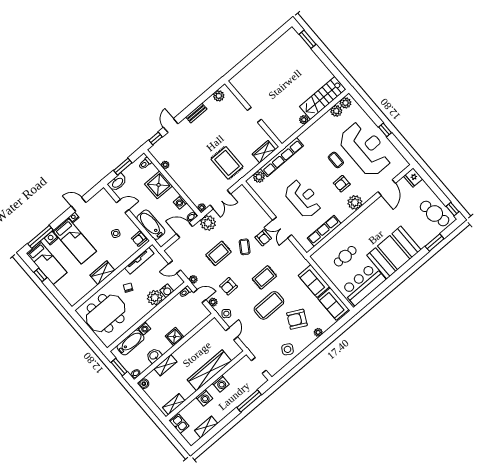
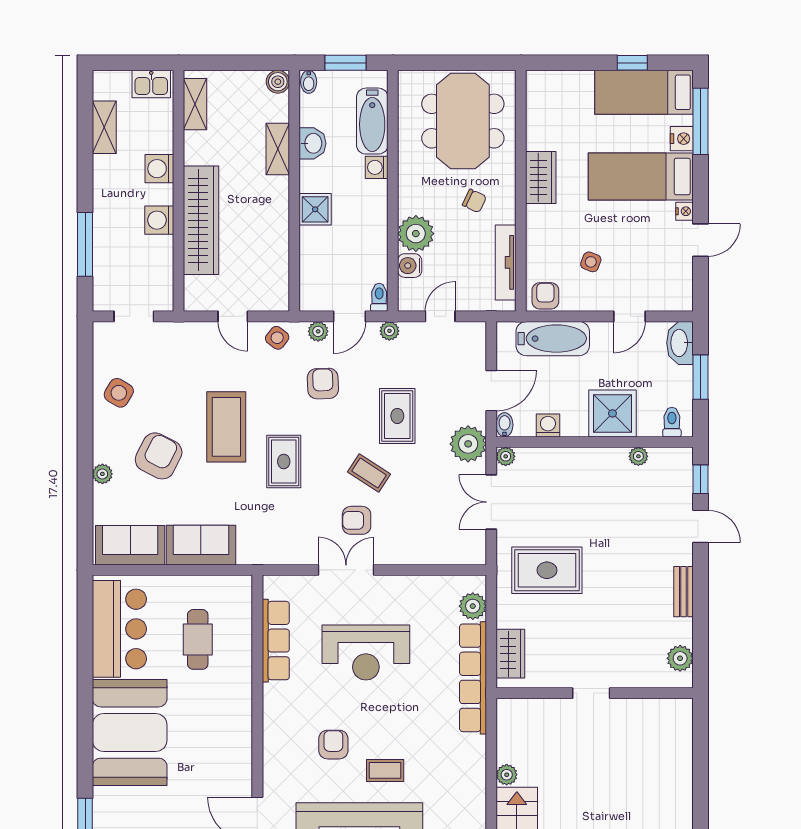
plant: (355, 202) -> (280, 739), removed

